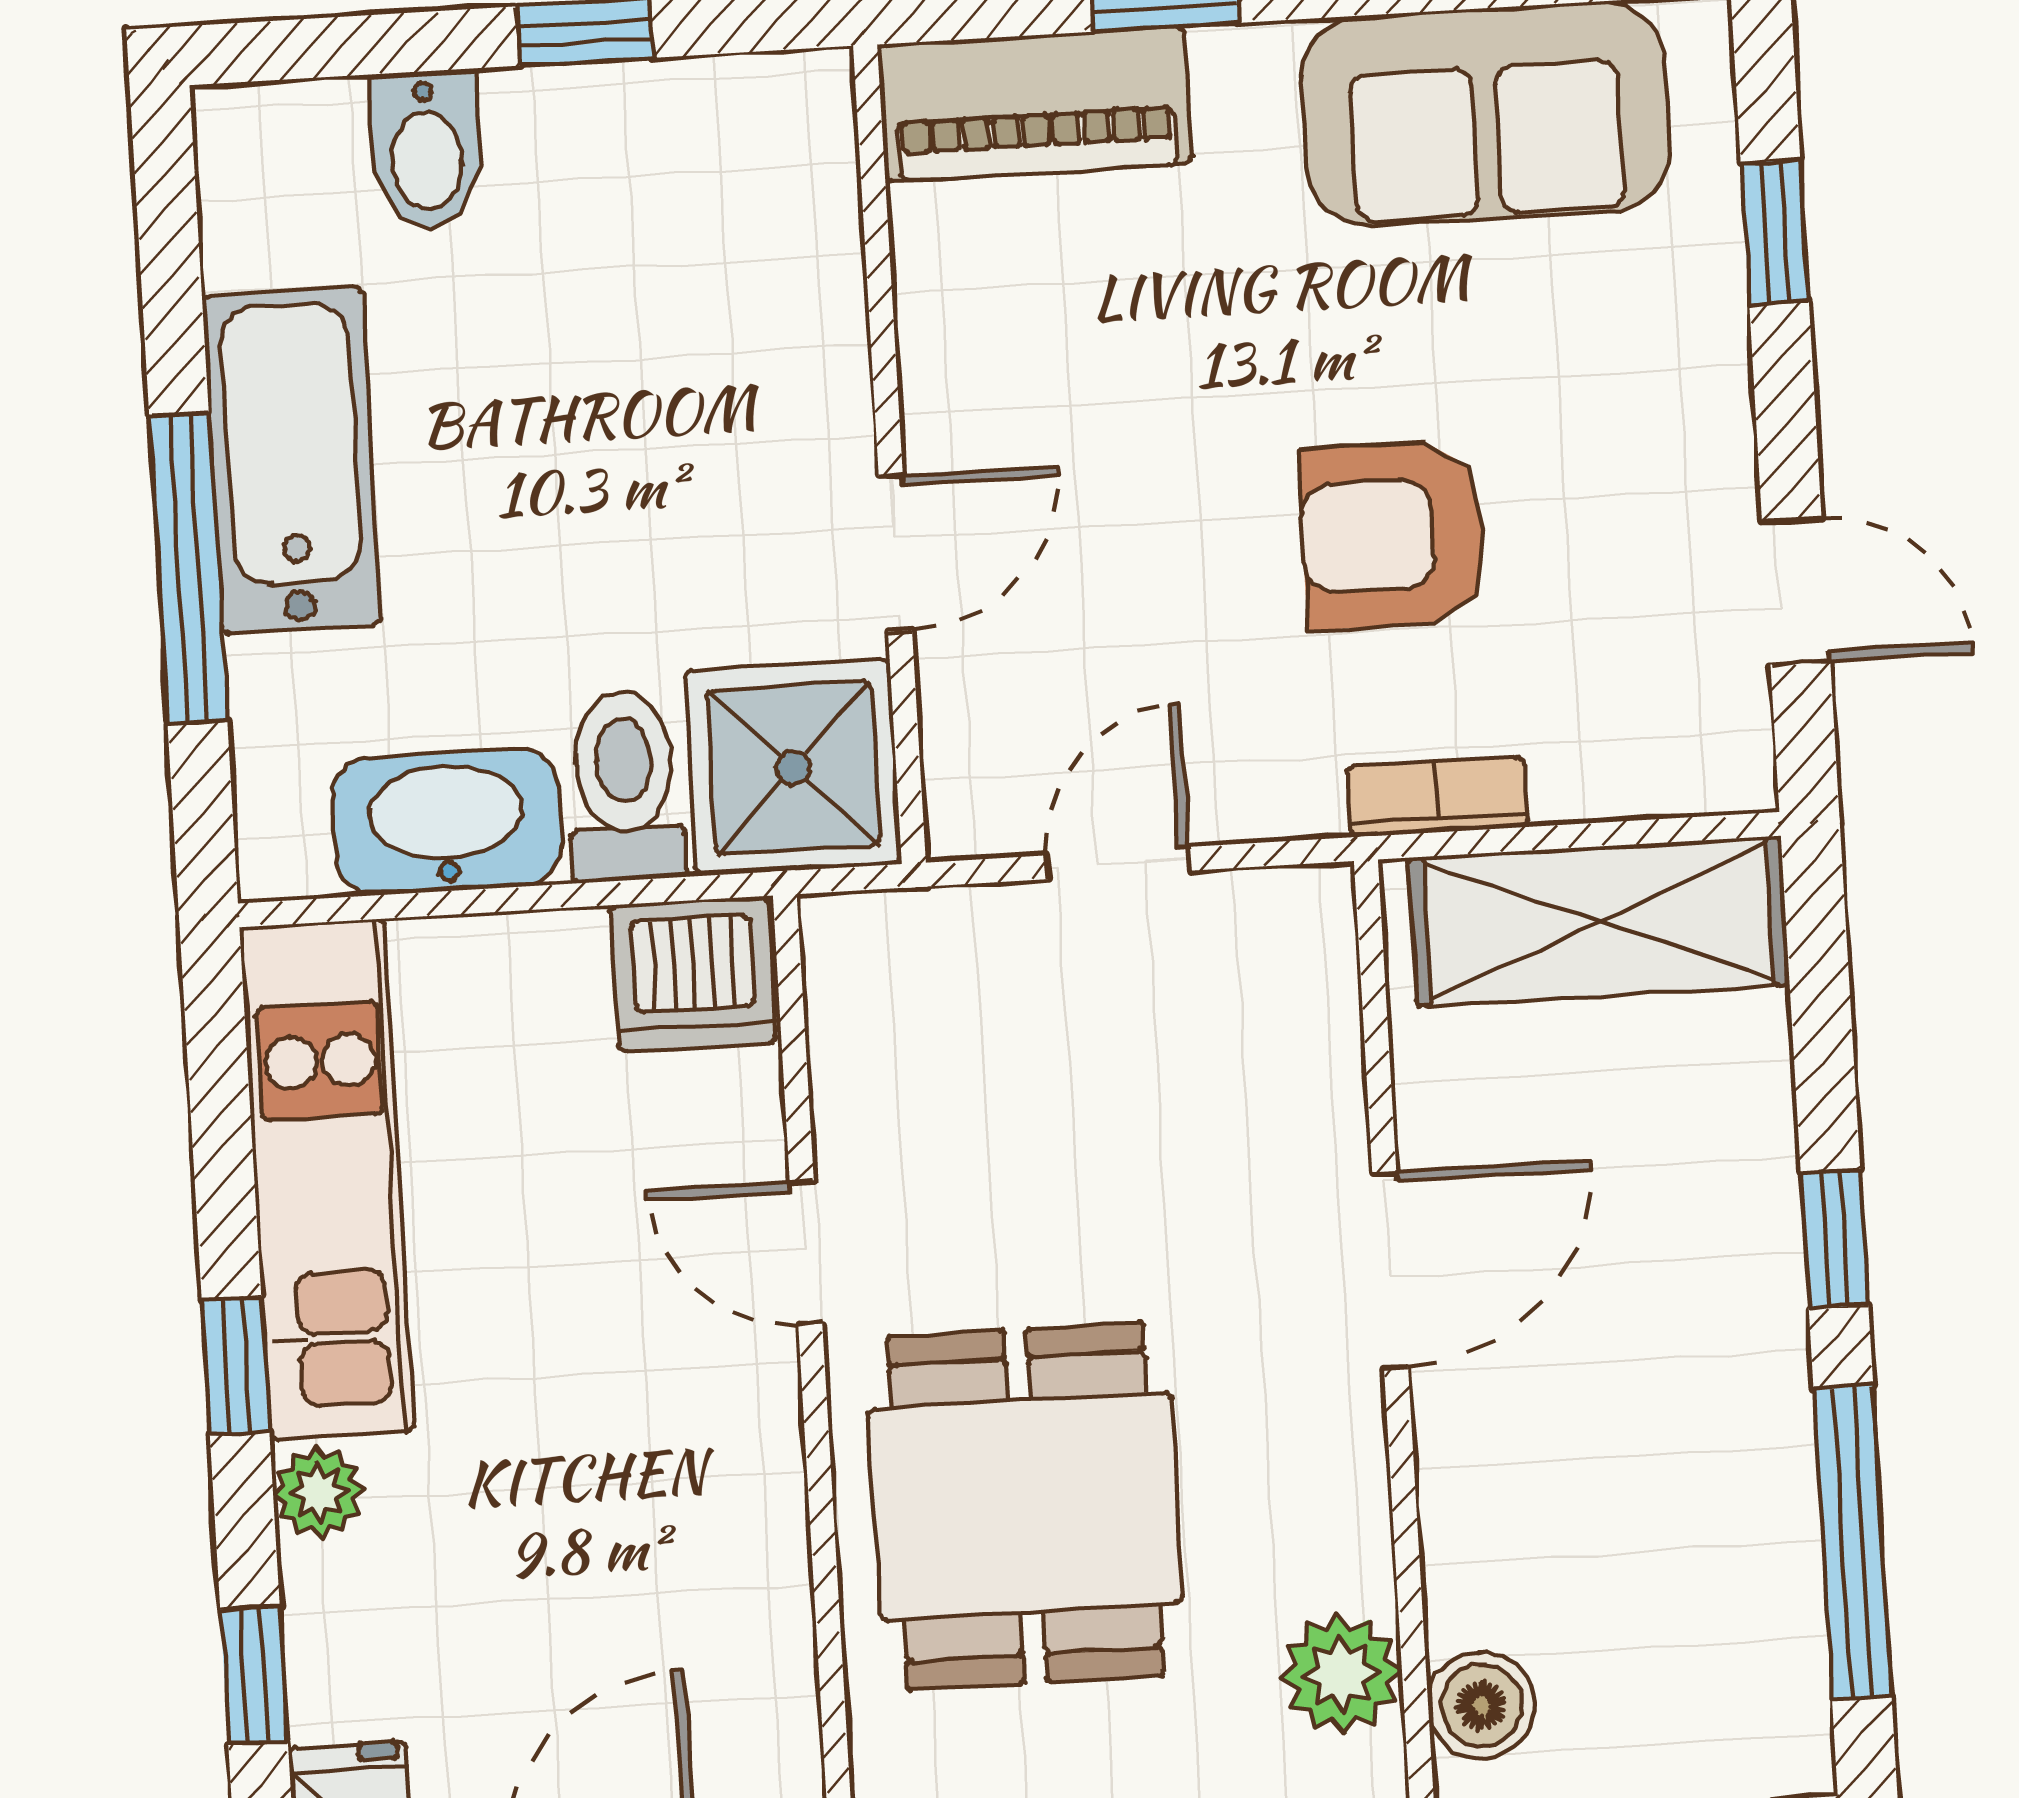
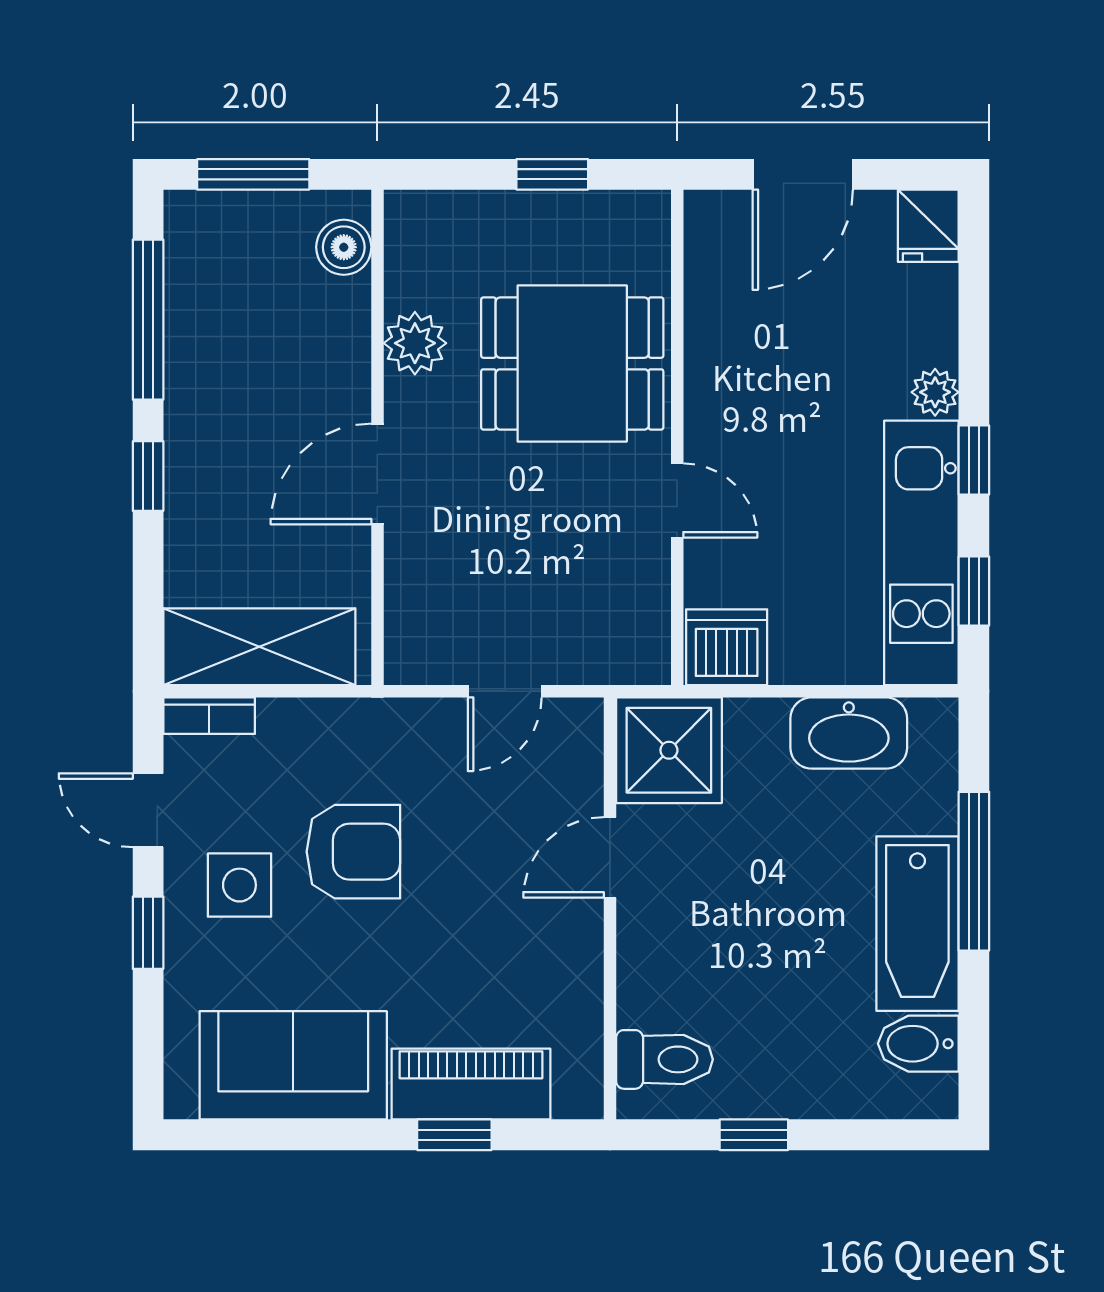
piano: (1035, 104) -> (471, 1084), moved
bidet: (426, 150) -> (918, 1044), moved, turned -90
window: (1775, 232) -> (148, 933), moved
side table: (1610, 457) -> (239, 885), added
toilet: (625, 786) -> (664, 1059), moved, turned -90
bookcase: (1437, 797) -> (209, 716), moved
dining table: (1025, 1506) -> (572, 364), turned 90
plant: (1341, 1674) -> (415, 343), moved
window: (254, 1675) -> (974, 591), moved

